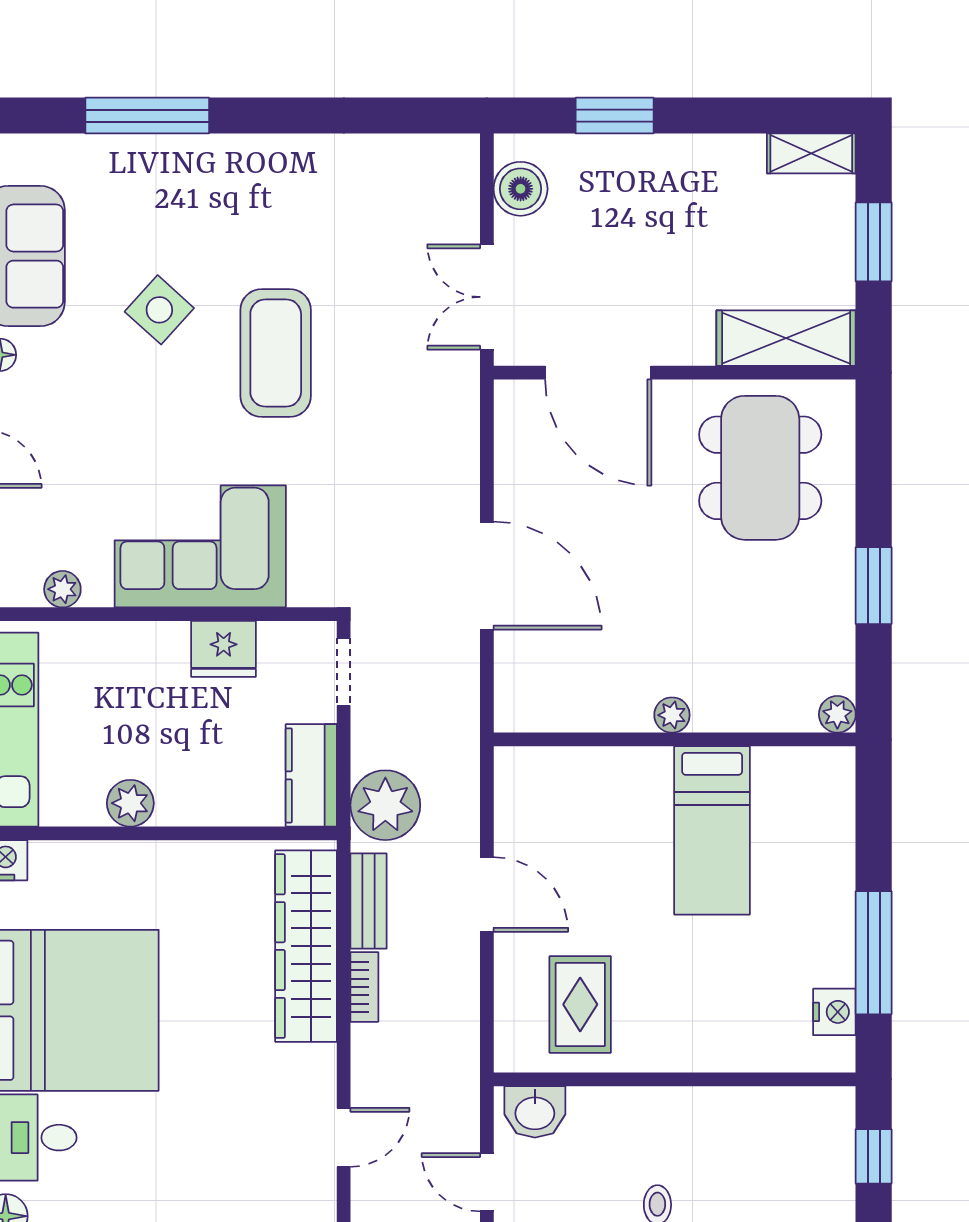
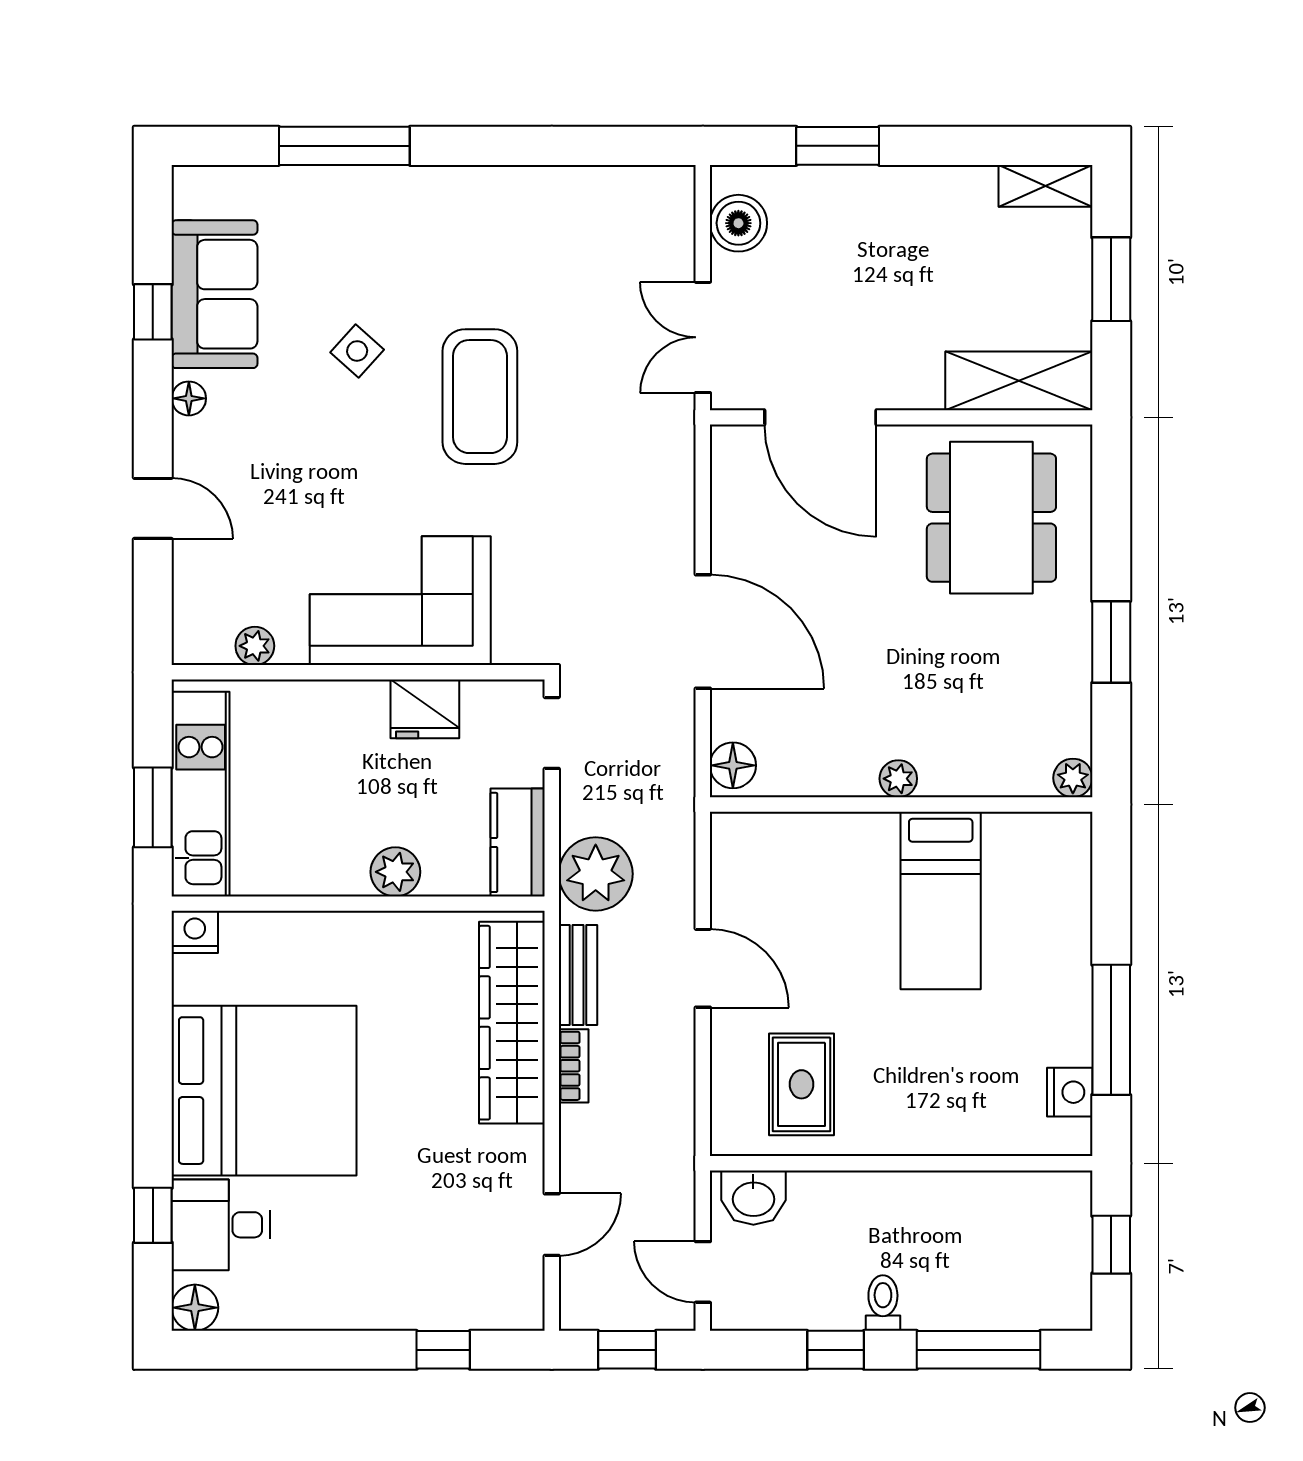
side table: (159, 310) -> (357, 351), width x0.73, depth x0.73
floor lamp: (515, 702) -> (733, 765), added
plant: (130, 803) -> (395, 872), moved

